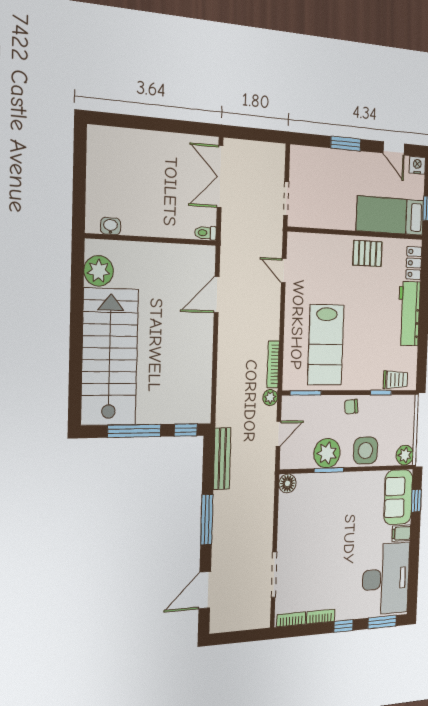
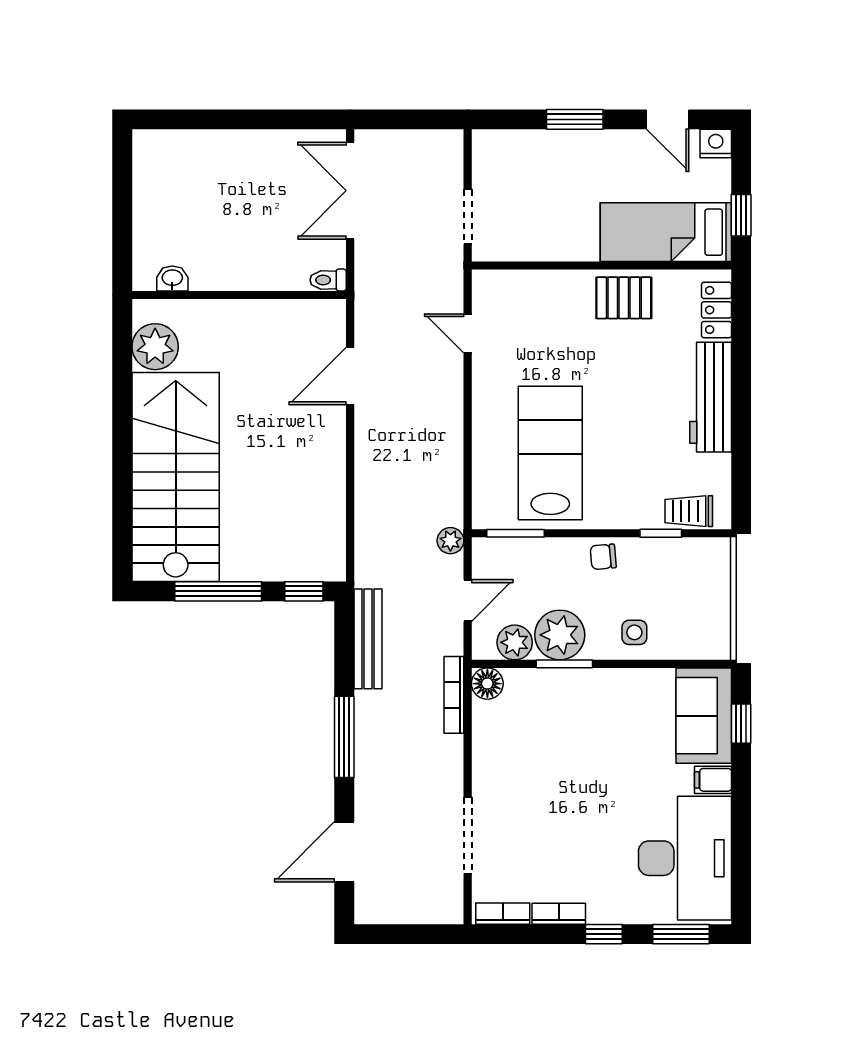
lab bench: (326, 345) -> (550, 453), turned 180
bookcase: (273, 364) -> (454, 695), moved
trolley: (395, 380) -> (689, 511), turned 180
side table: (365, 451) -> (634, 632), width x0.54, depth x0.54
plant: (405, 455) -> (515, 642), moved

